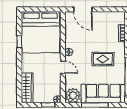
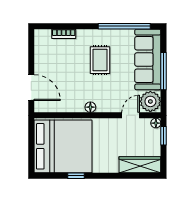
door: (83, 9) -> (31, 88), hinge flipped
door: (63, 67) -> (131, 115), moved

